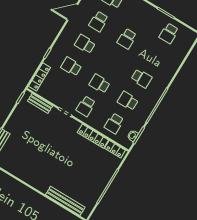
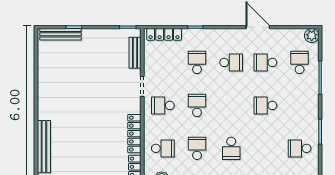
school desk: (85, 44) -> (231, 62), turned 90
school desk: (114, 123) -> (163, 148), turned 180

